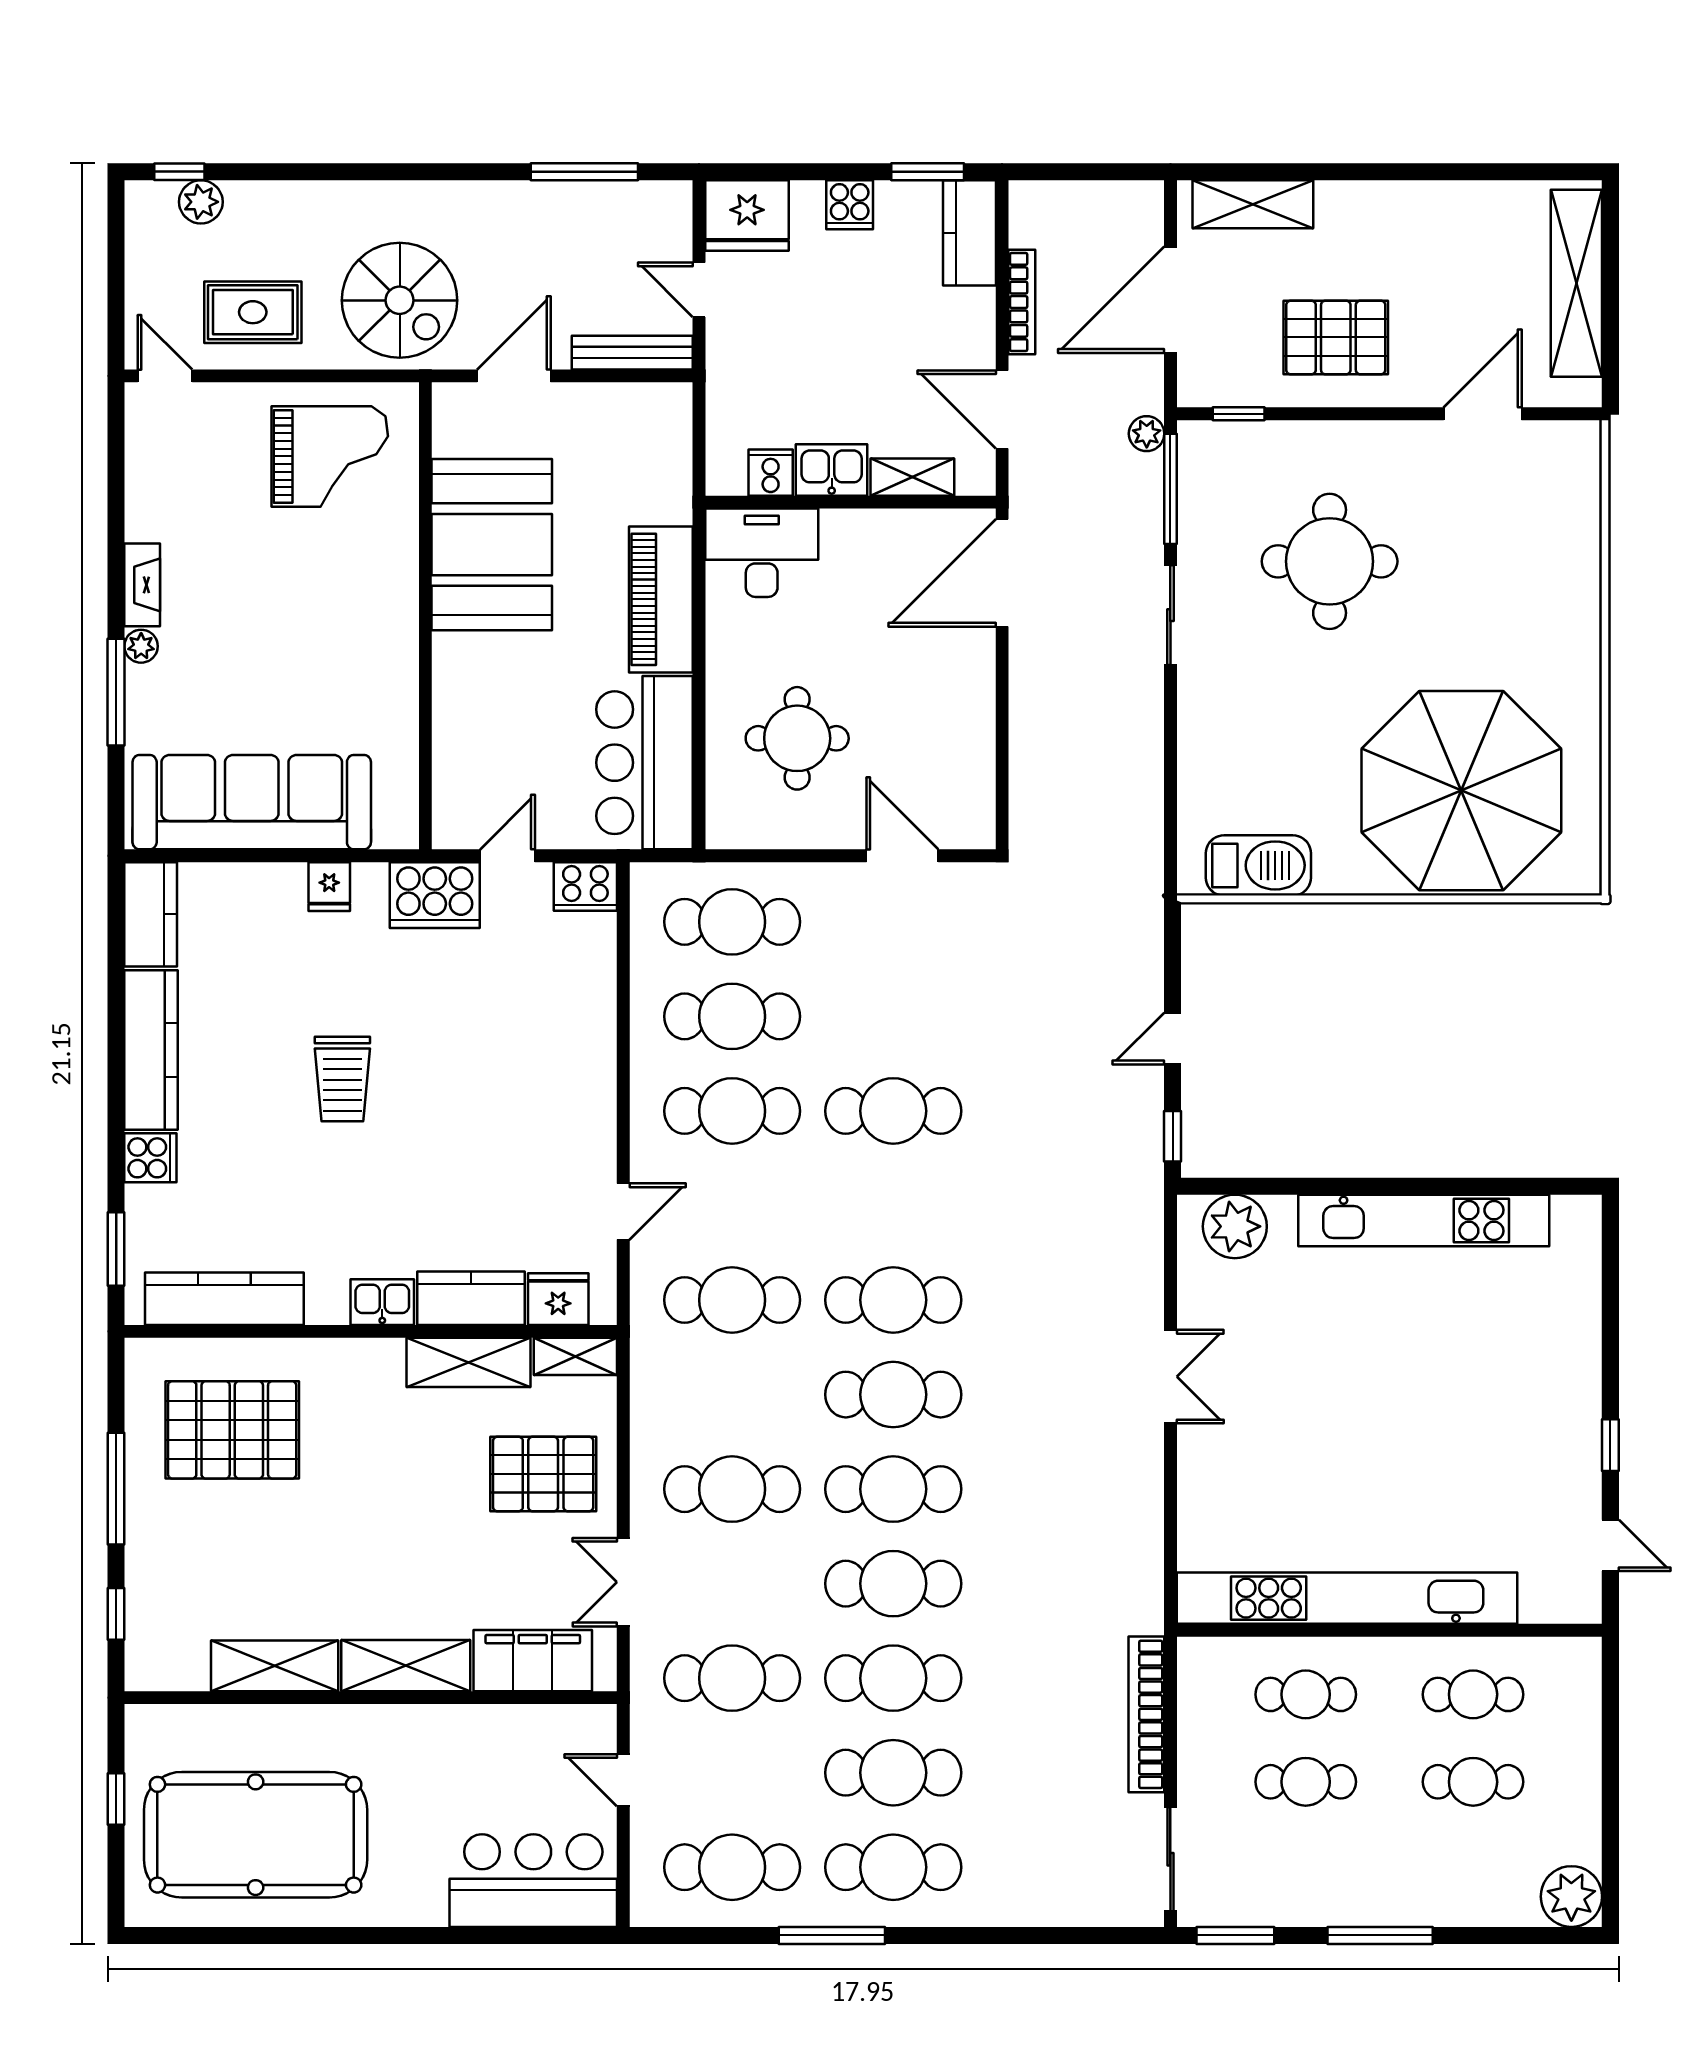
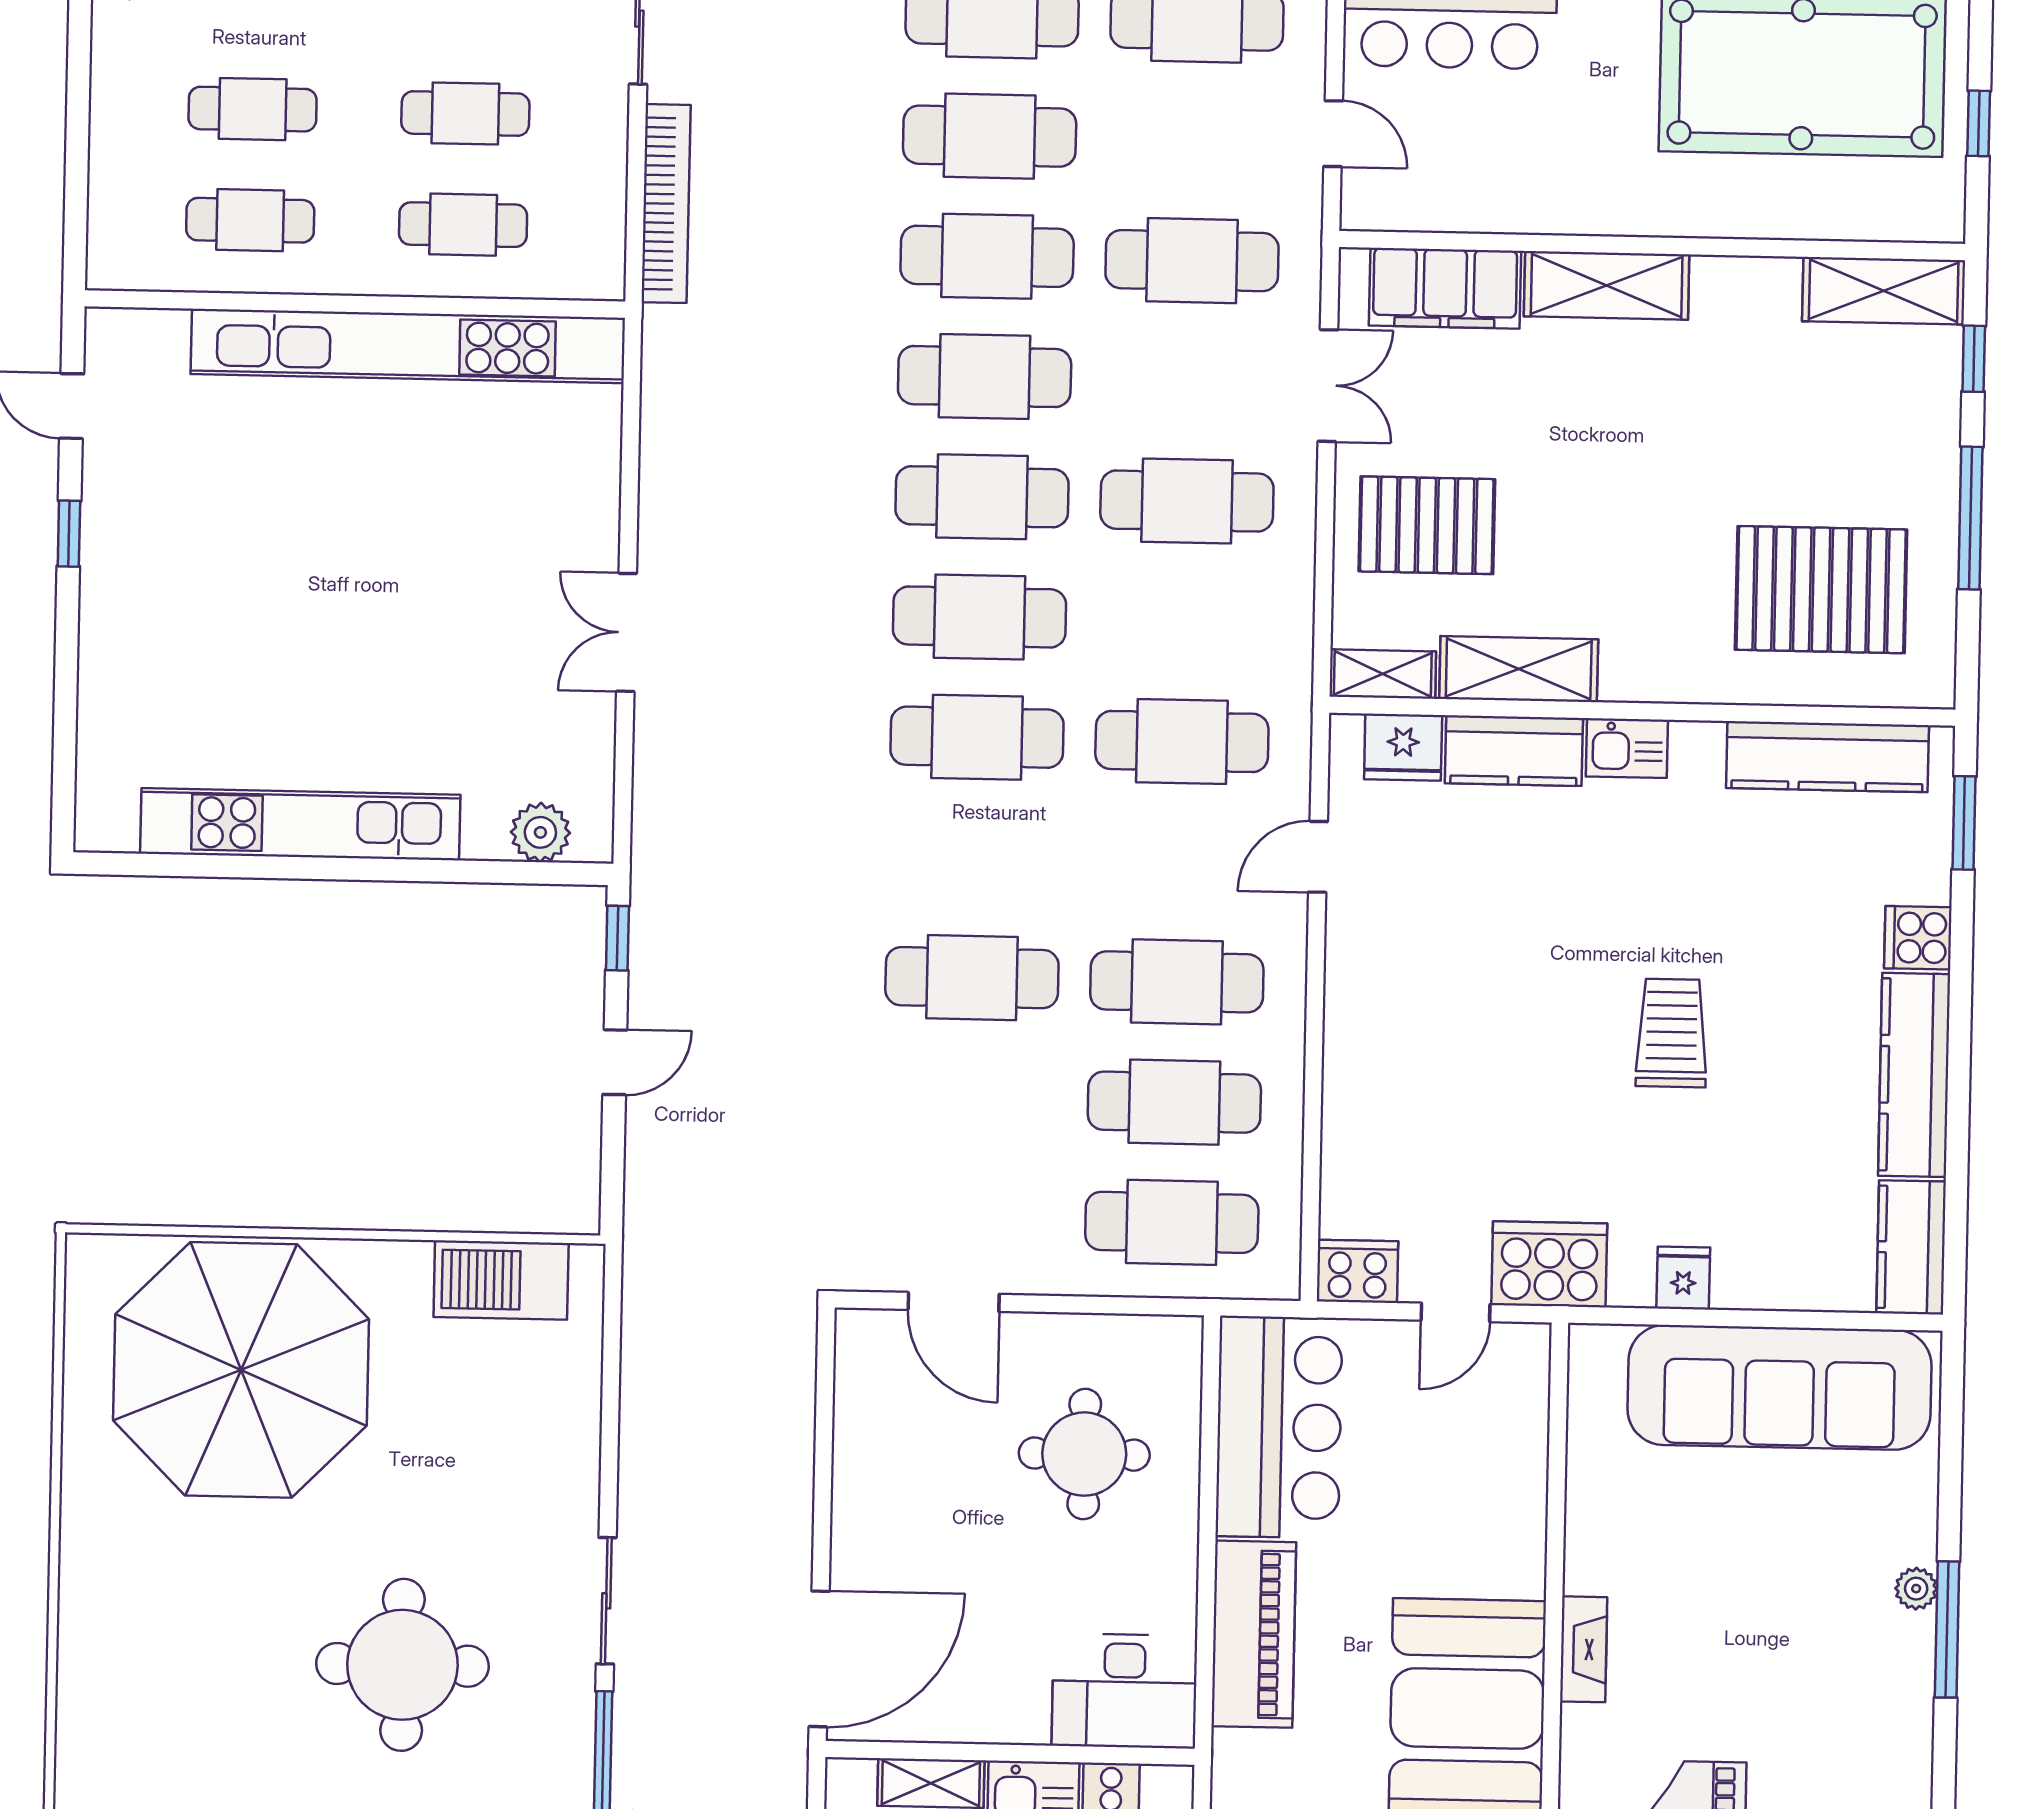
fireplace: (142, 585) -> (1584, 1649), moved, turned 180
window: (116, 692) -> (1947, 1629), moved
plant: (1235, 1226) -> (540, 832), width x0.73, depth x0.73
shelving: (275, 1666) -> (1884, 291), moved

